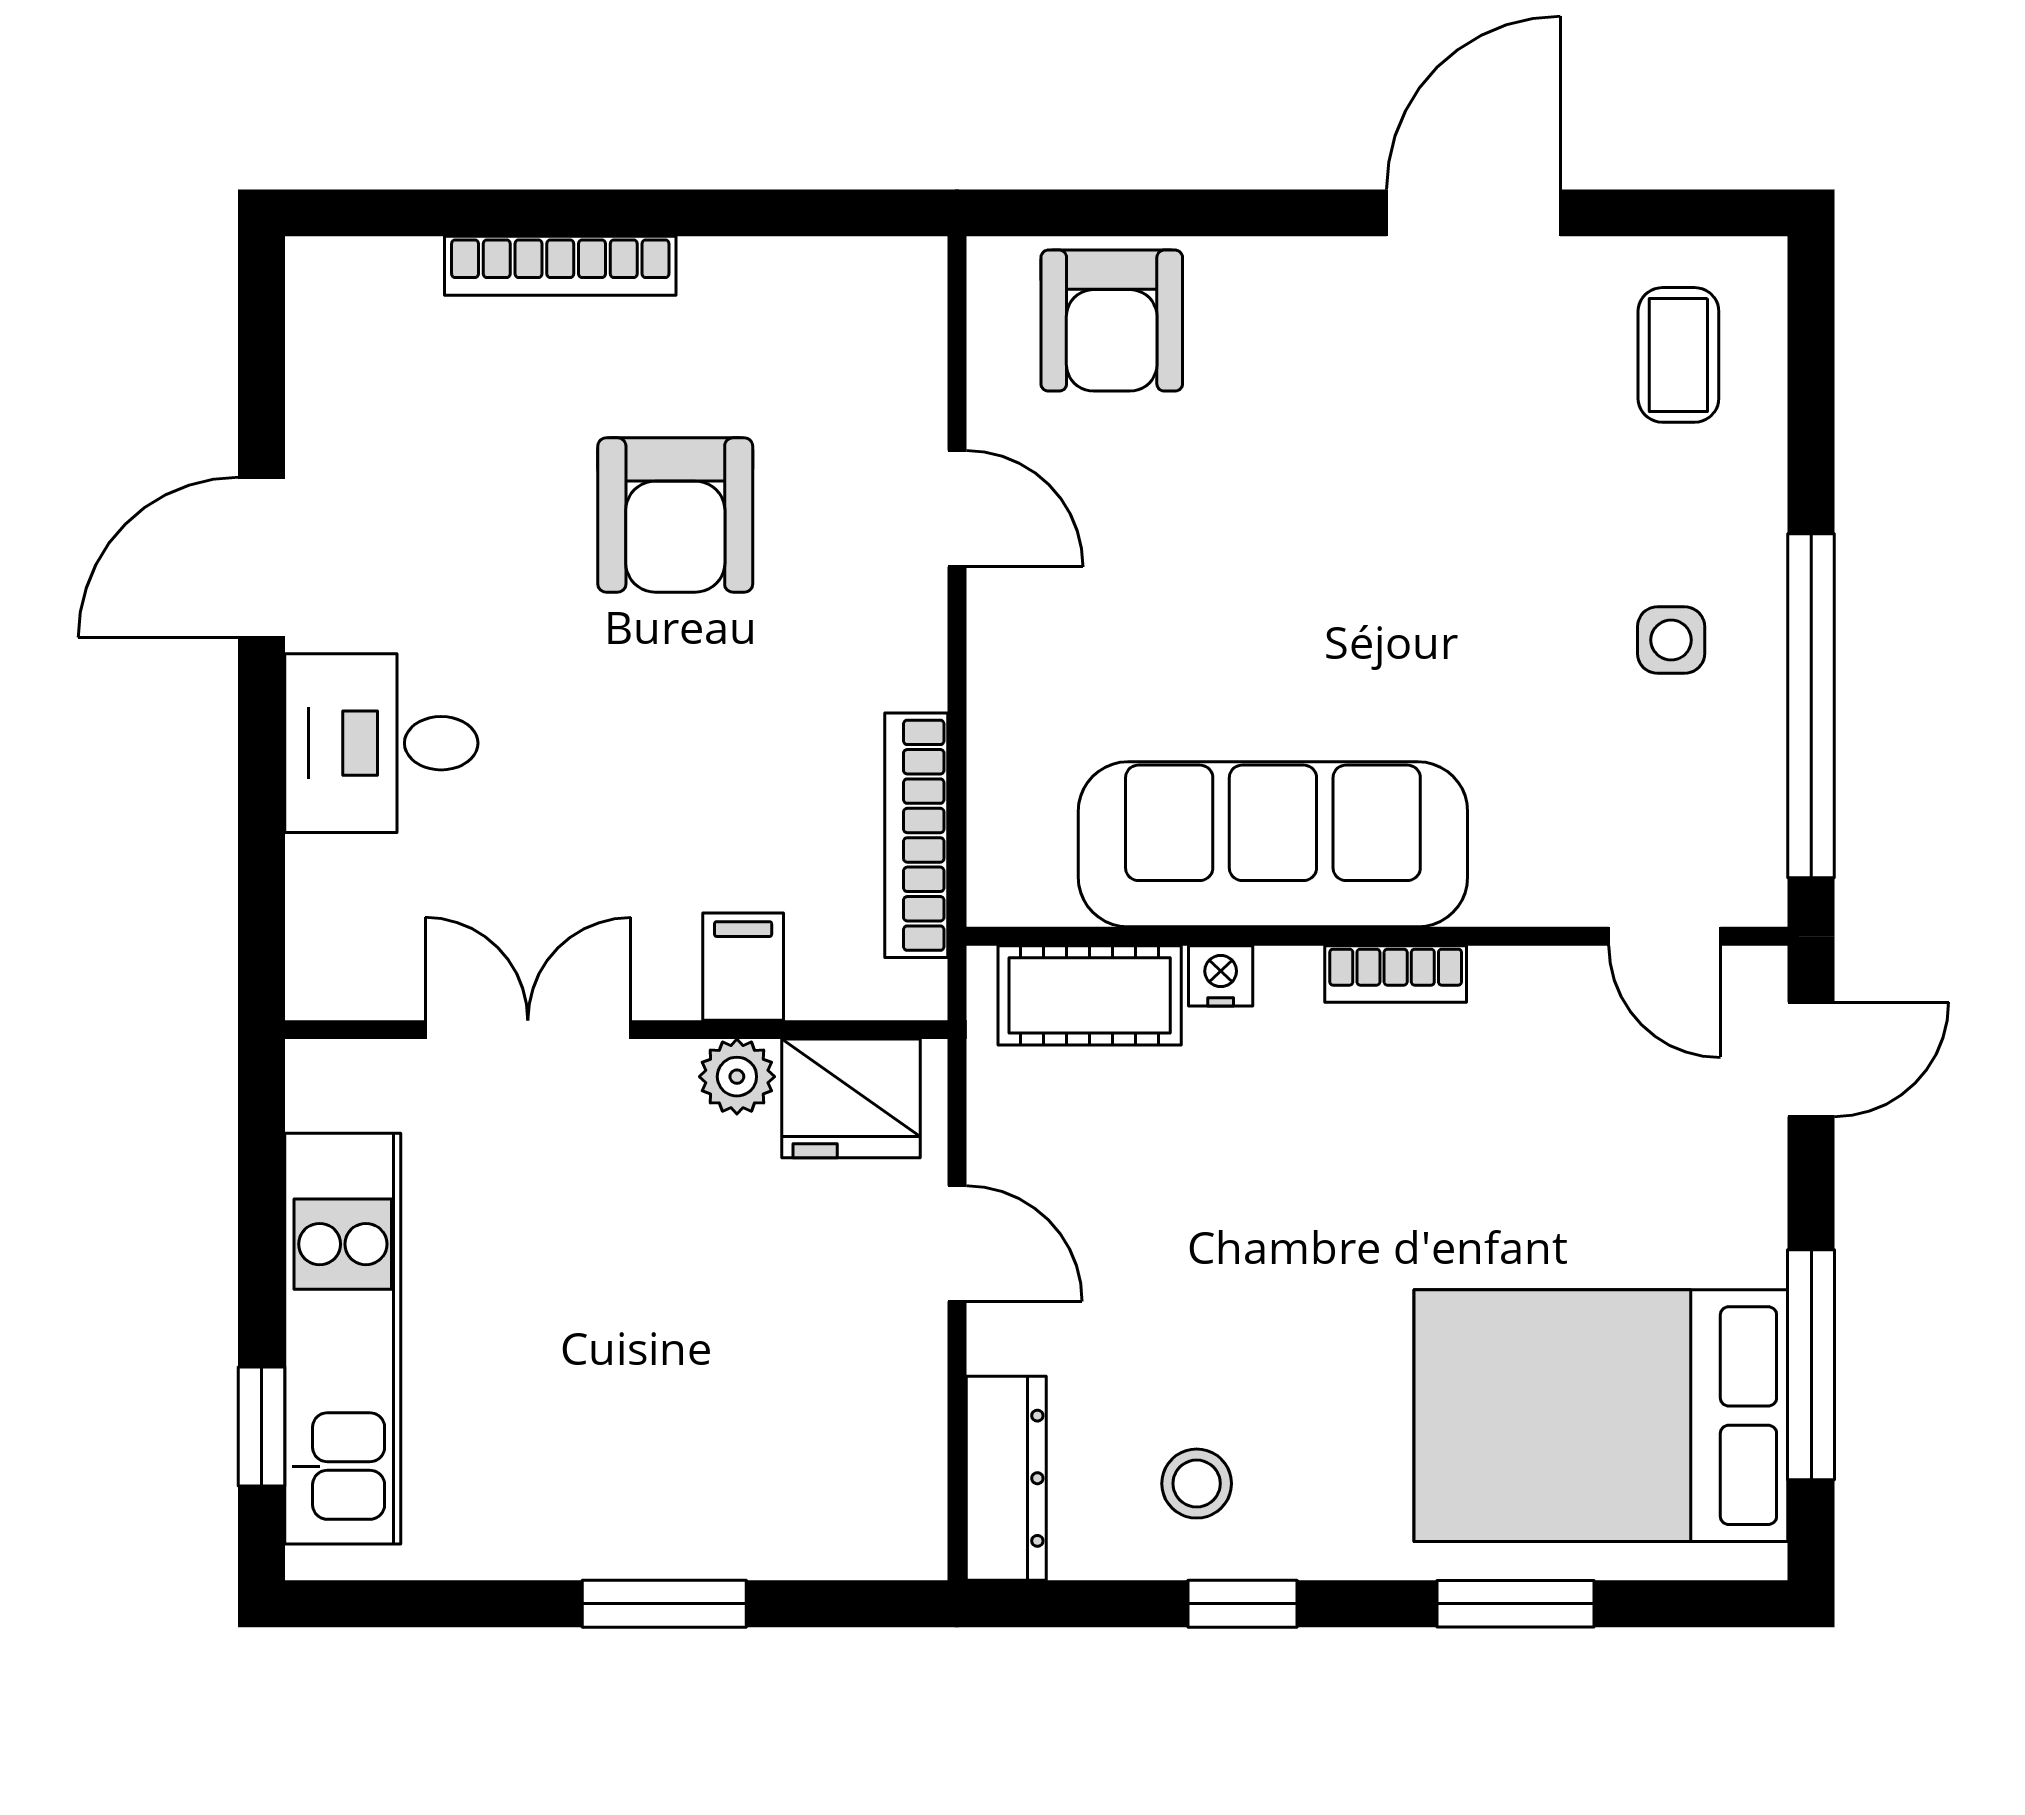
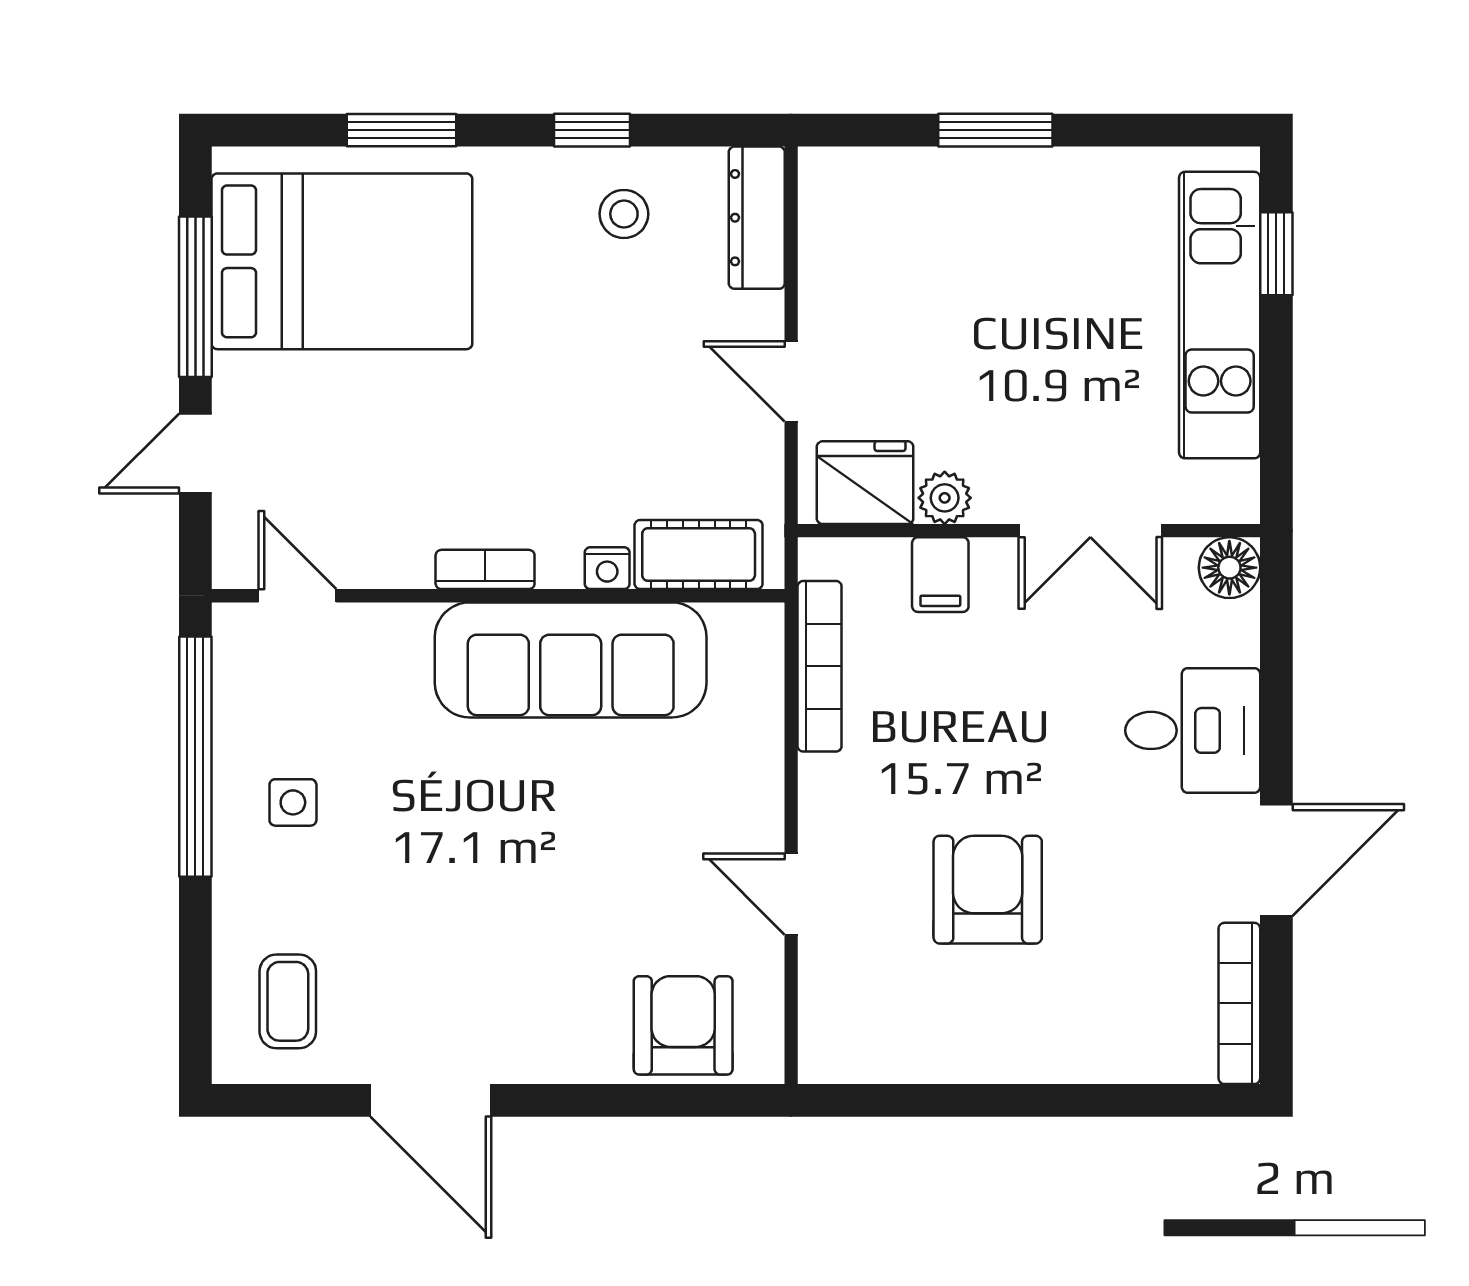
door: (1473, 213) -> (431, 1100), hinge flipped
bookcase: (560, 266) -> (1239, 1003), moved, turned -90
floor lamp: (329, 977) -> (1229, 568), added
door: (1811, 1059) -> (195, 453), moved

